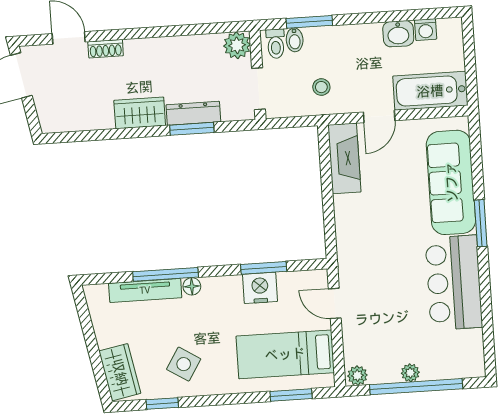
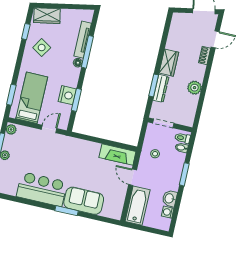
window: (309, 22) -> (184, 174), moved
plant: (237, 45) -> (195, 88), moved
sofa: (451, 182) -> (84, 201), width x0.73

